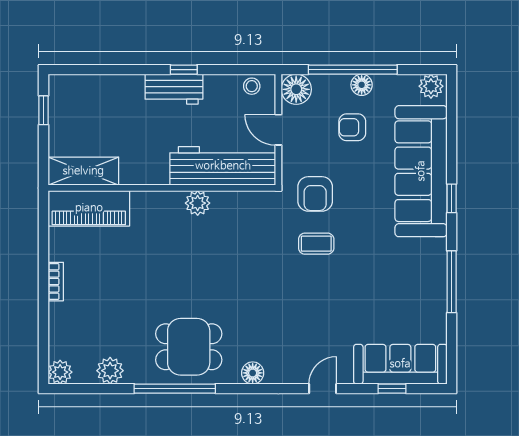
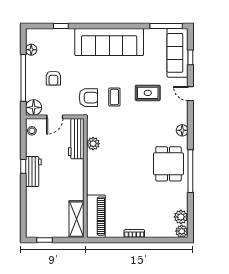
floor lamp: (362, 85) -> (31, 50), moved
plant: (431, 86) -> (32, 37), removed
workbench: (223, 166) -> (76, 139), width x0.73, depth x0.76
sofa: (421, 171) -> (109, 42), moved
window: (452, 198) -> (61, 26), moved
plant: (198, 203) -> (93, 144), moved
window: (452, 282) -> (166, 26), moved
rug: (324, 307) -> (148, 93), added
plant: (110, 371) -> (181, 217), moved

